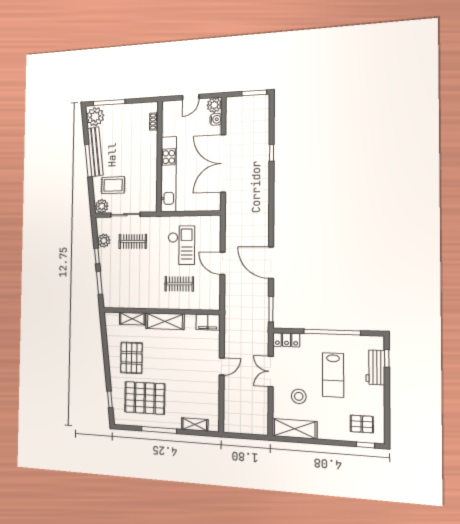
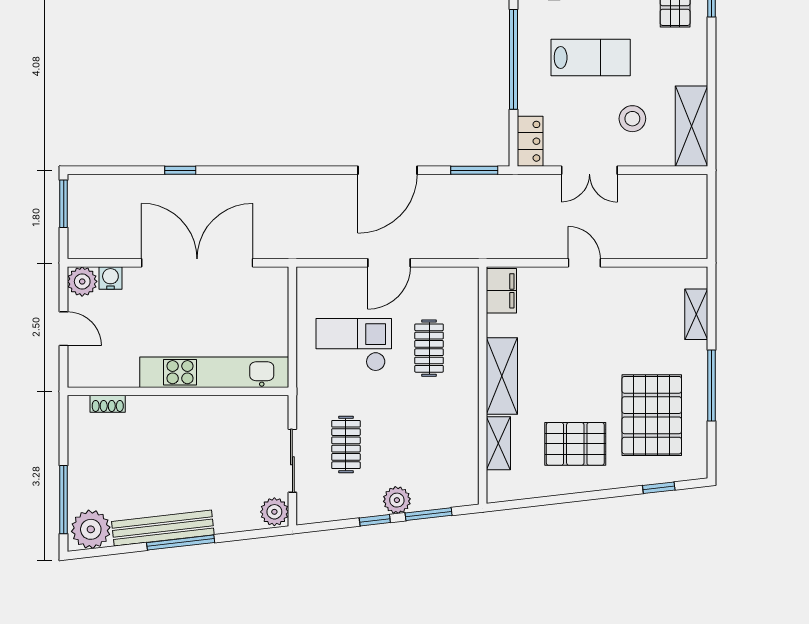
double door: (223, 164) -> (197, 263), swing flipped
rug: (113, 185) -> (232, 488), removed
plant: (104, 241) -> (397, 500), moved

